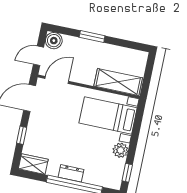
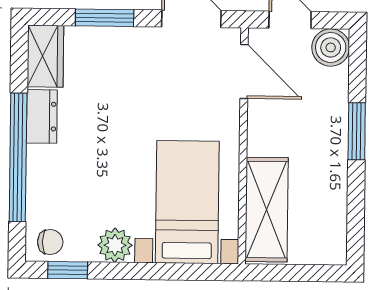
window: (22, 135) -> (105, 18), width x1.50
dresser: (71, 173) -> (42, 116), moved
chair: (114, 178) -> (50, 242), added

